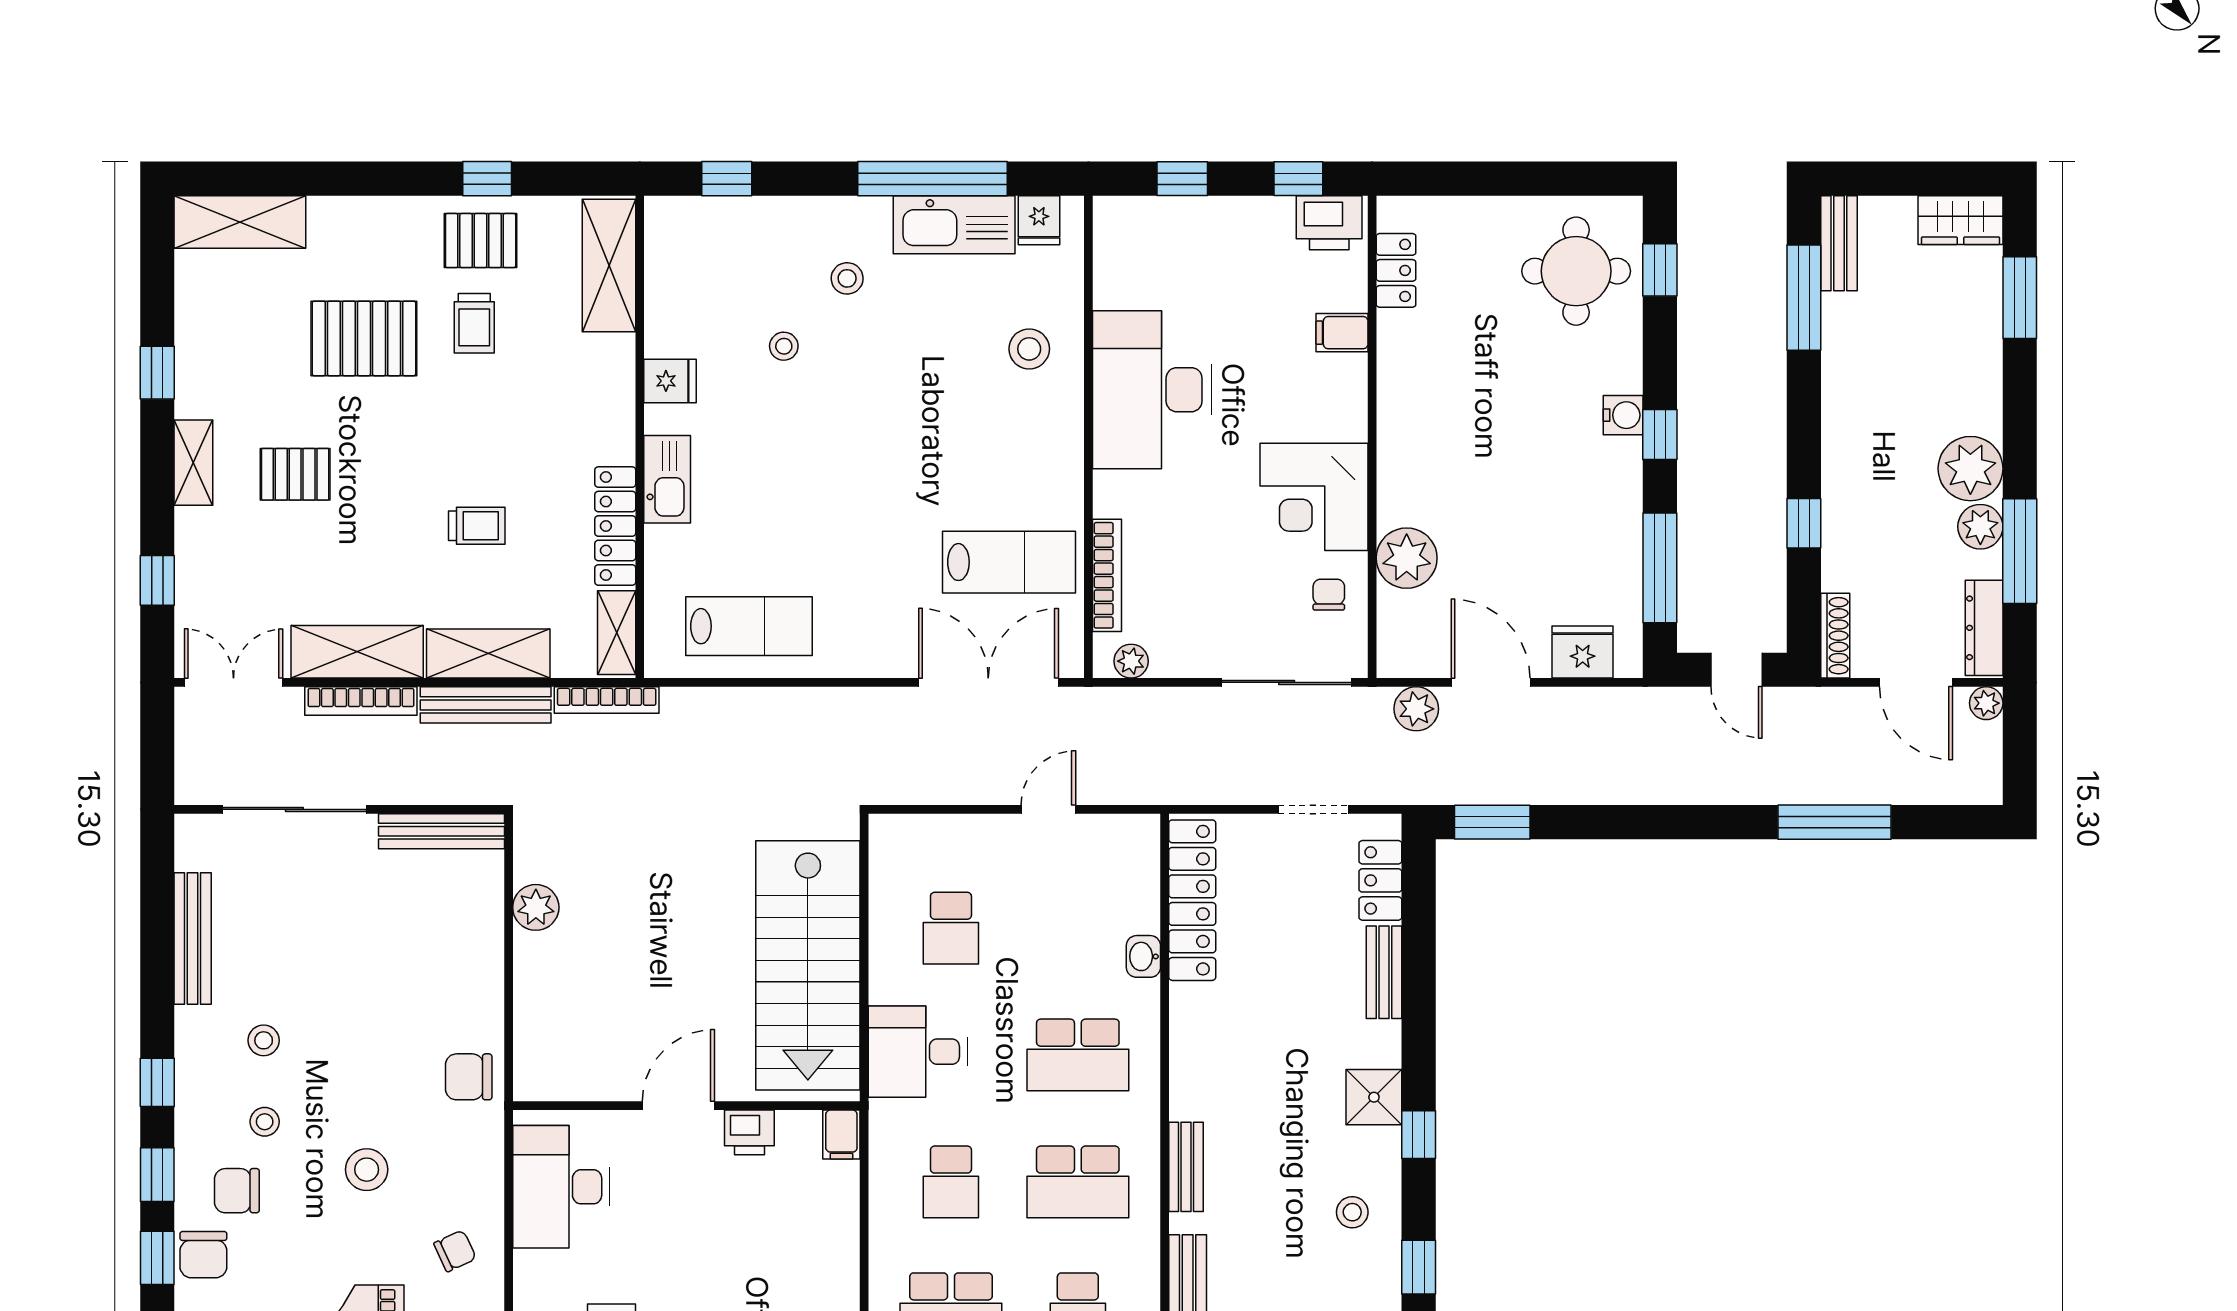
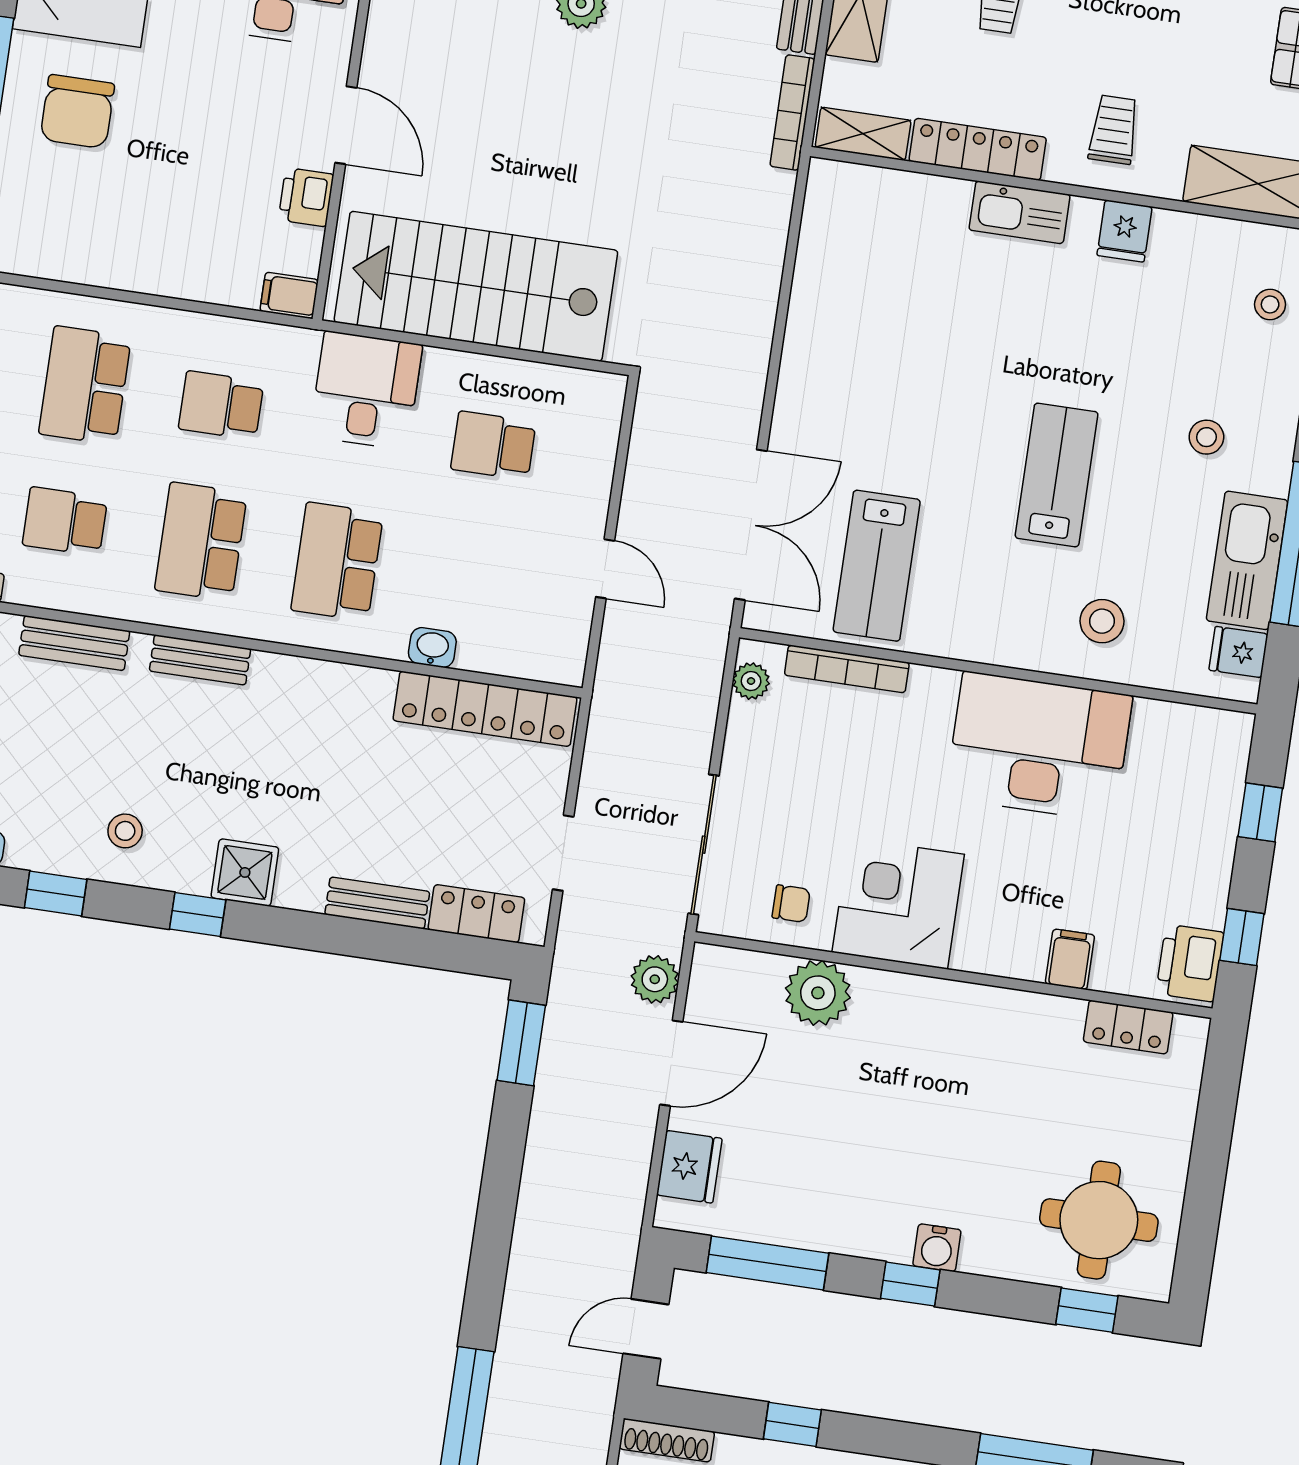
trolley: (474, 323) -> (1114, 130), moved, turned 90
stool: (784, 346) -> (1270, 304), moved
lab bench: (749, 626) -> (1057, 475), moved, turned 180

